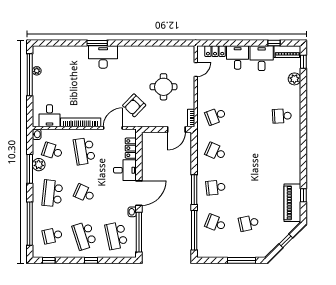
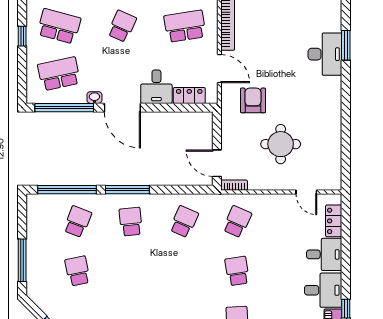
armchair: (134, 105) -> (253, 100), turned 46
school desk: (216, 116) -> (237, 222), turned 45
school desk: (249, 116) -> (237, 271), added
school desk: (84, 236) -> (59, 26), turned 33

